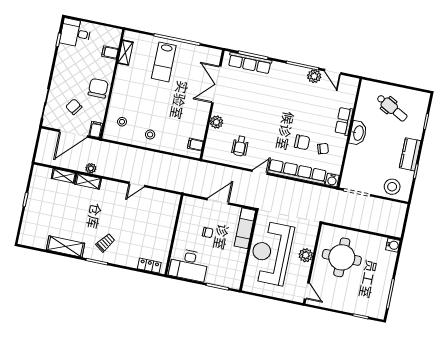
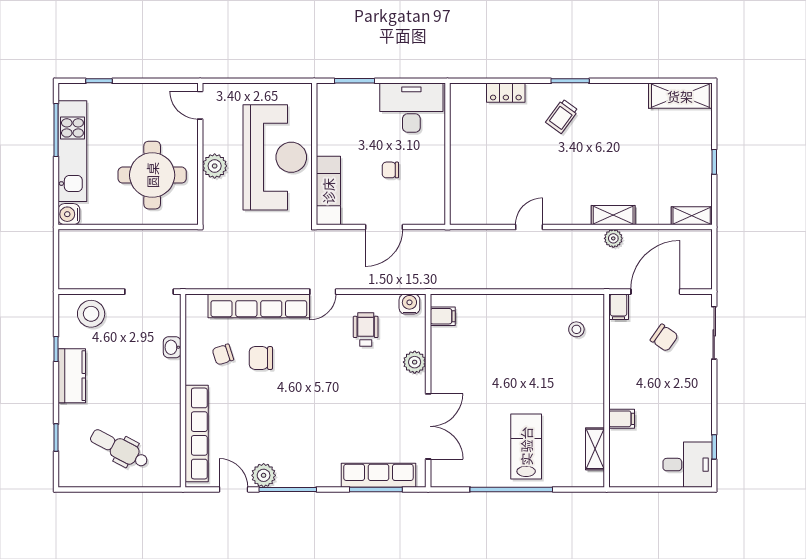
filing cabinet: (110, 52) -> (622, 419), moved
chair: (98, 88) -> (629, 378), removed
row of seats: (344, 121) -> (197, 433), width x2.02
washbasin: (358, 133) -> (172, 347), moved, width x0.52, depth x0.69
stool: (150, 134) -> (524, 317), removed
shelving: (64, 176) -> (692, 216), moved
water cooler: (332, 180) -> (409, 304), moved
shelving: (65, 247) -> (680, 96), moved
locker: (149, 266) -> (506, 93), moved
kitchen unit: (384, 280) -> (72, 151), added

